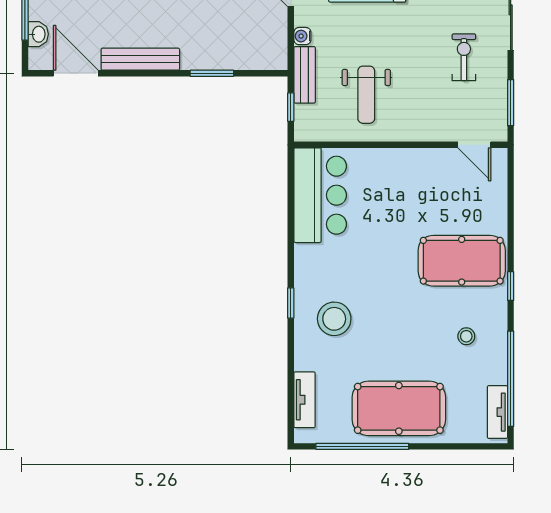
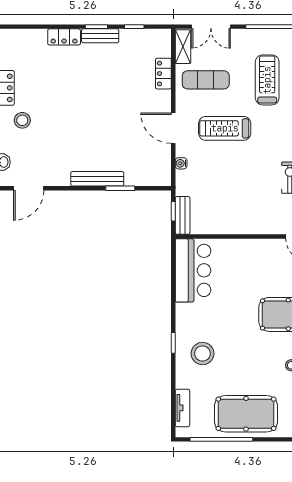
bench: (140, 59) -> (97, 179), moved
door: (76, 73) -> (29, 188), swing flipped
bench: (305, 75) -> (183, 215), moved
weight bench: (366, 95) -> (224, 203), removed

